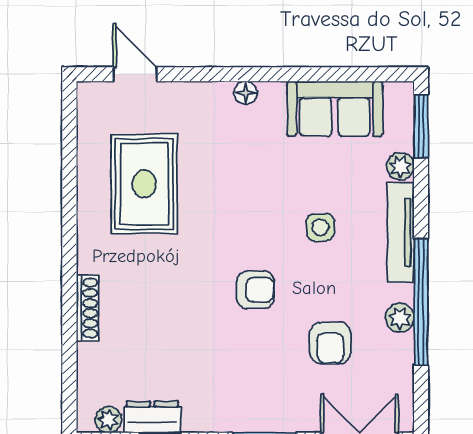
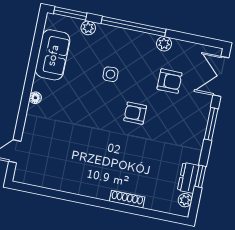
rug: (144, 184) -> (71, 158), removed
tv unit: (401, 233) -> (121, 35), removed
armchair: (255, 290) -> (135, 113), turned -90
window: (421, 302) -> (133, 26), moved

